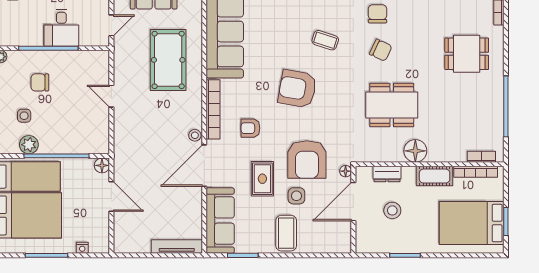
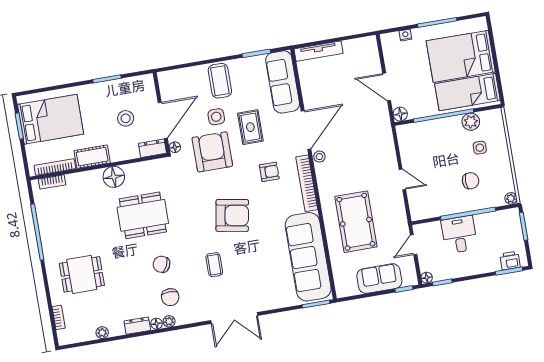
coffee table: (325, 40) -> (214, 265), turned 72
dresser: (387, 174) -> (152, 148), moved

